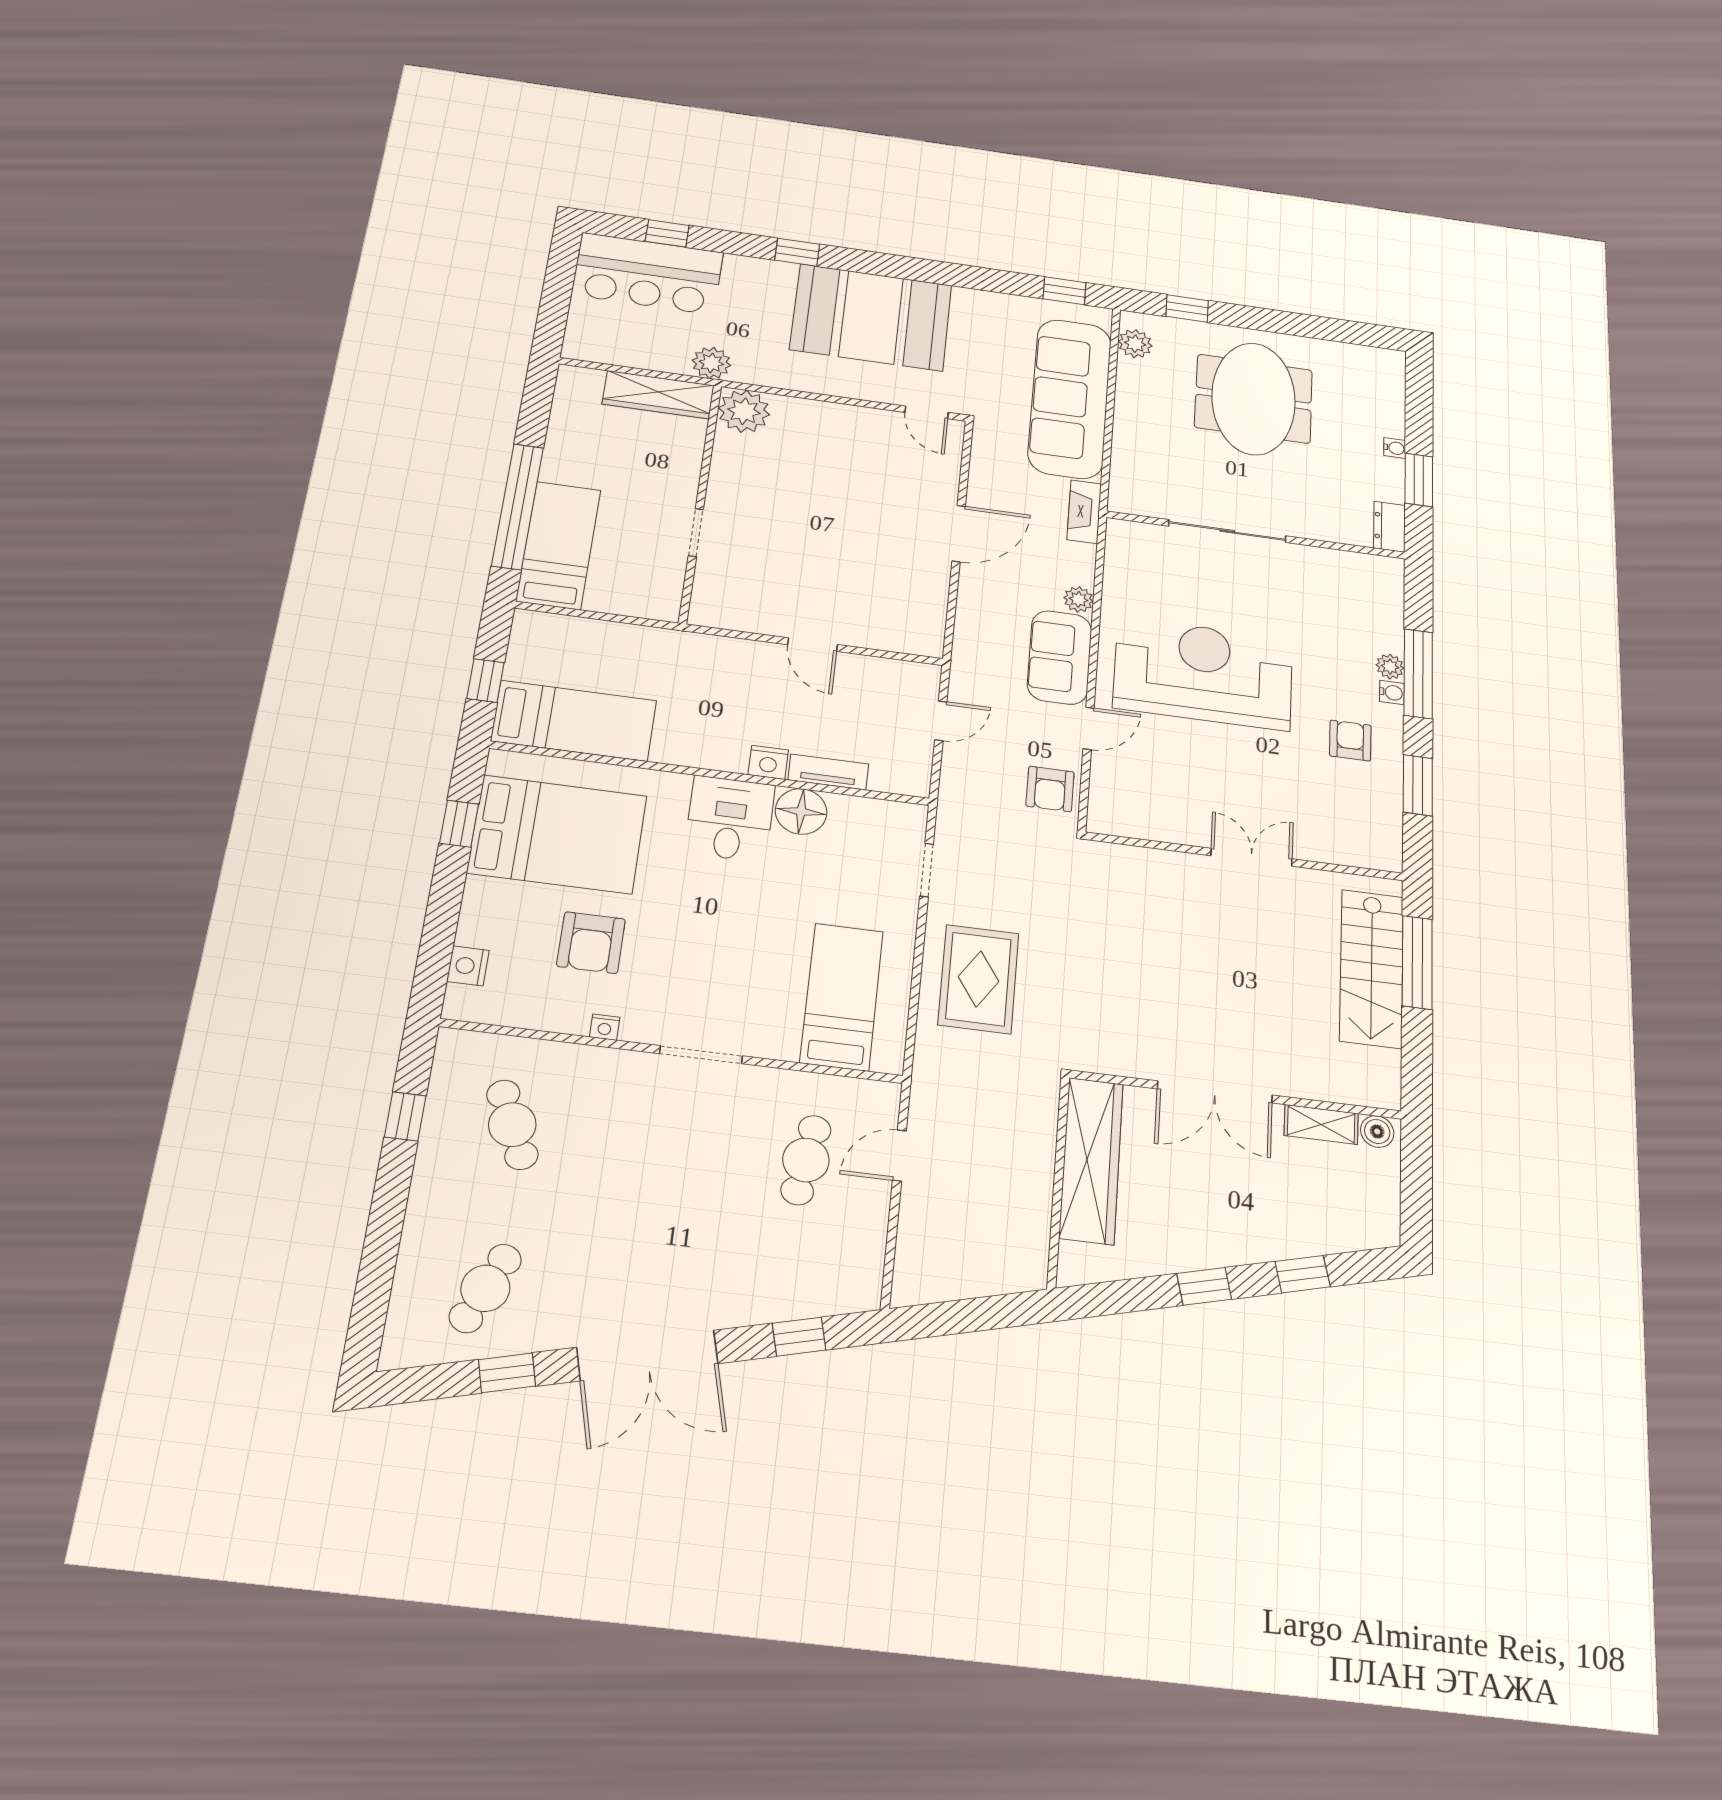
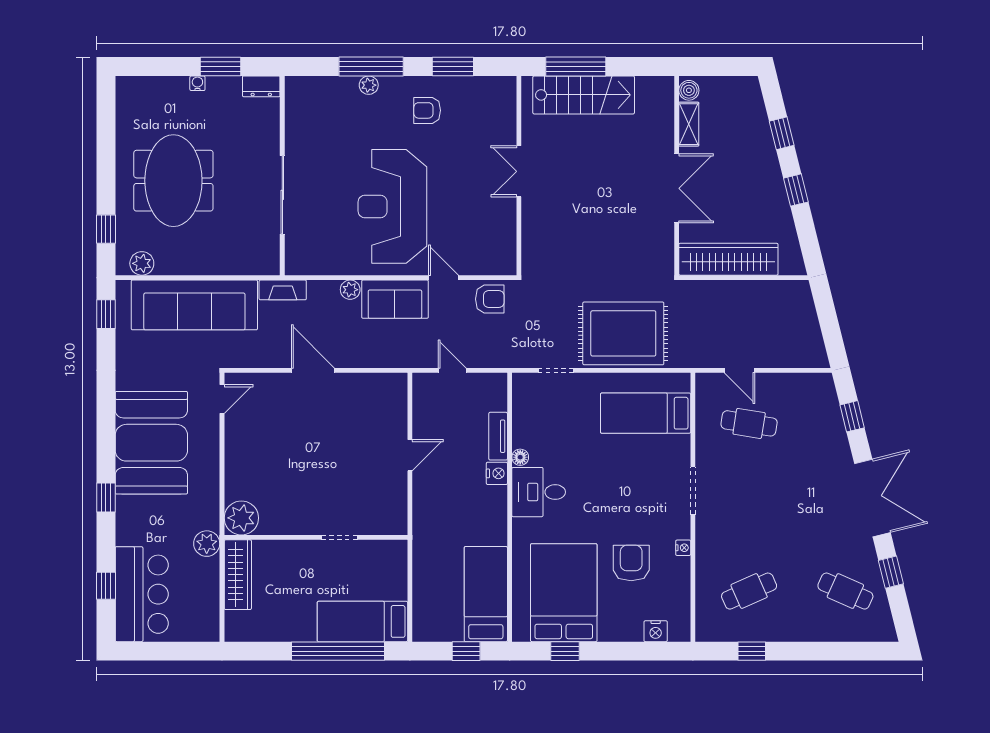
meeting table: (1254, 399) -> (173, 181), turned 90
water cooler: (1392, 693) -> (388, 84), removed
floor lamp: (801, 811) -> (520, 457), width x0.53, depth x0.53
armchair: (591, 943) -> (631, 563), turned -90
rug: (979, 979) -> (623, 333), width x1.37, depth x1.44

